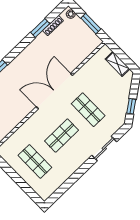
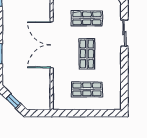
double door: (54, 91) -> (52, 45), moved

